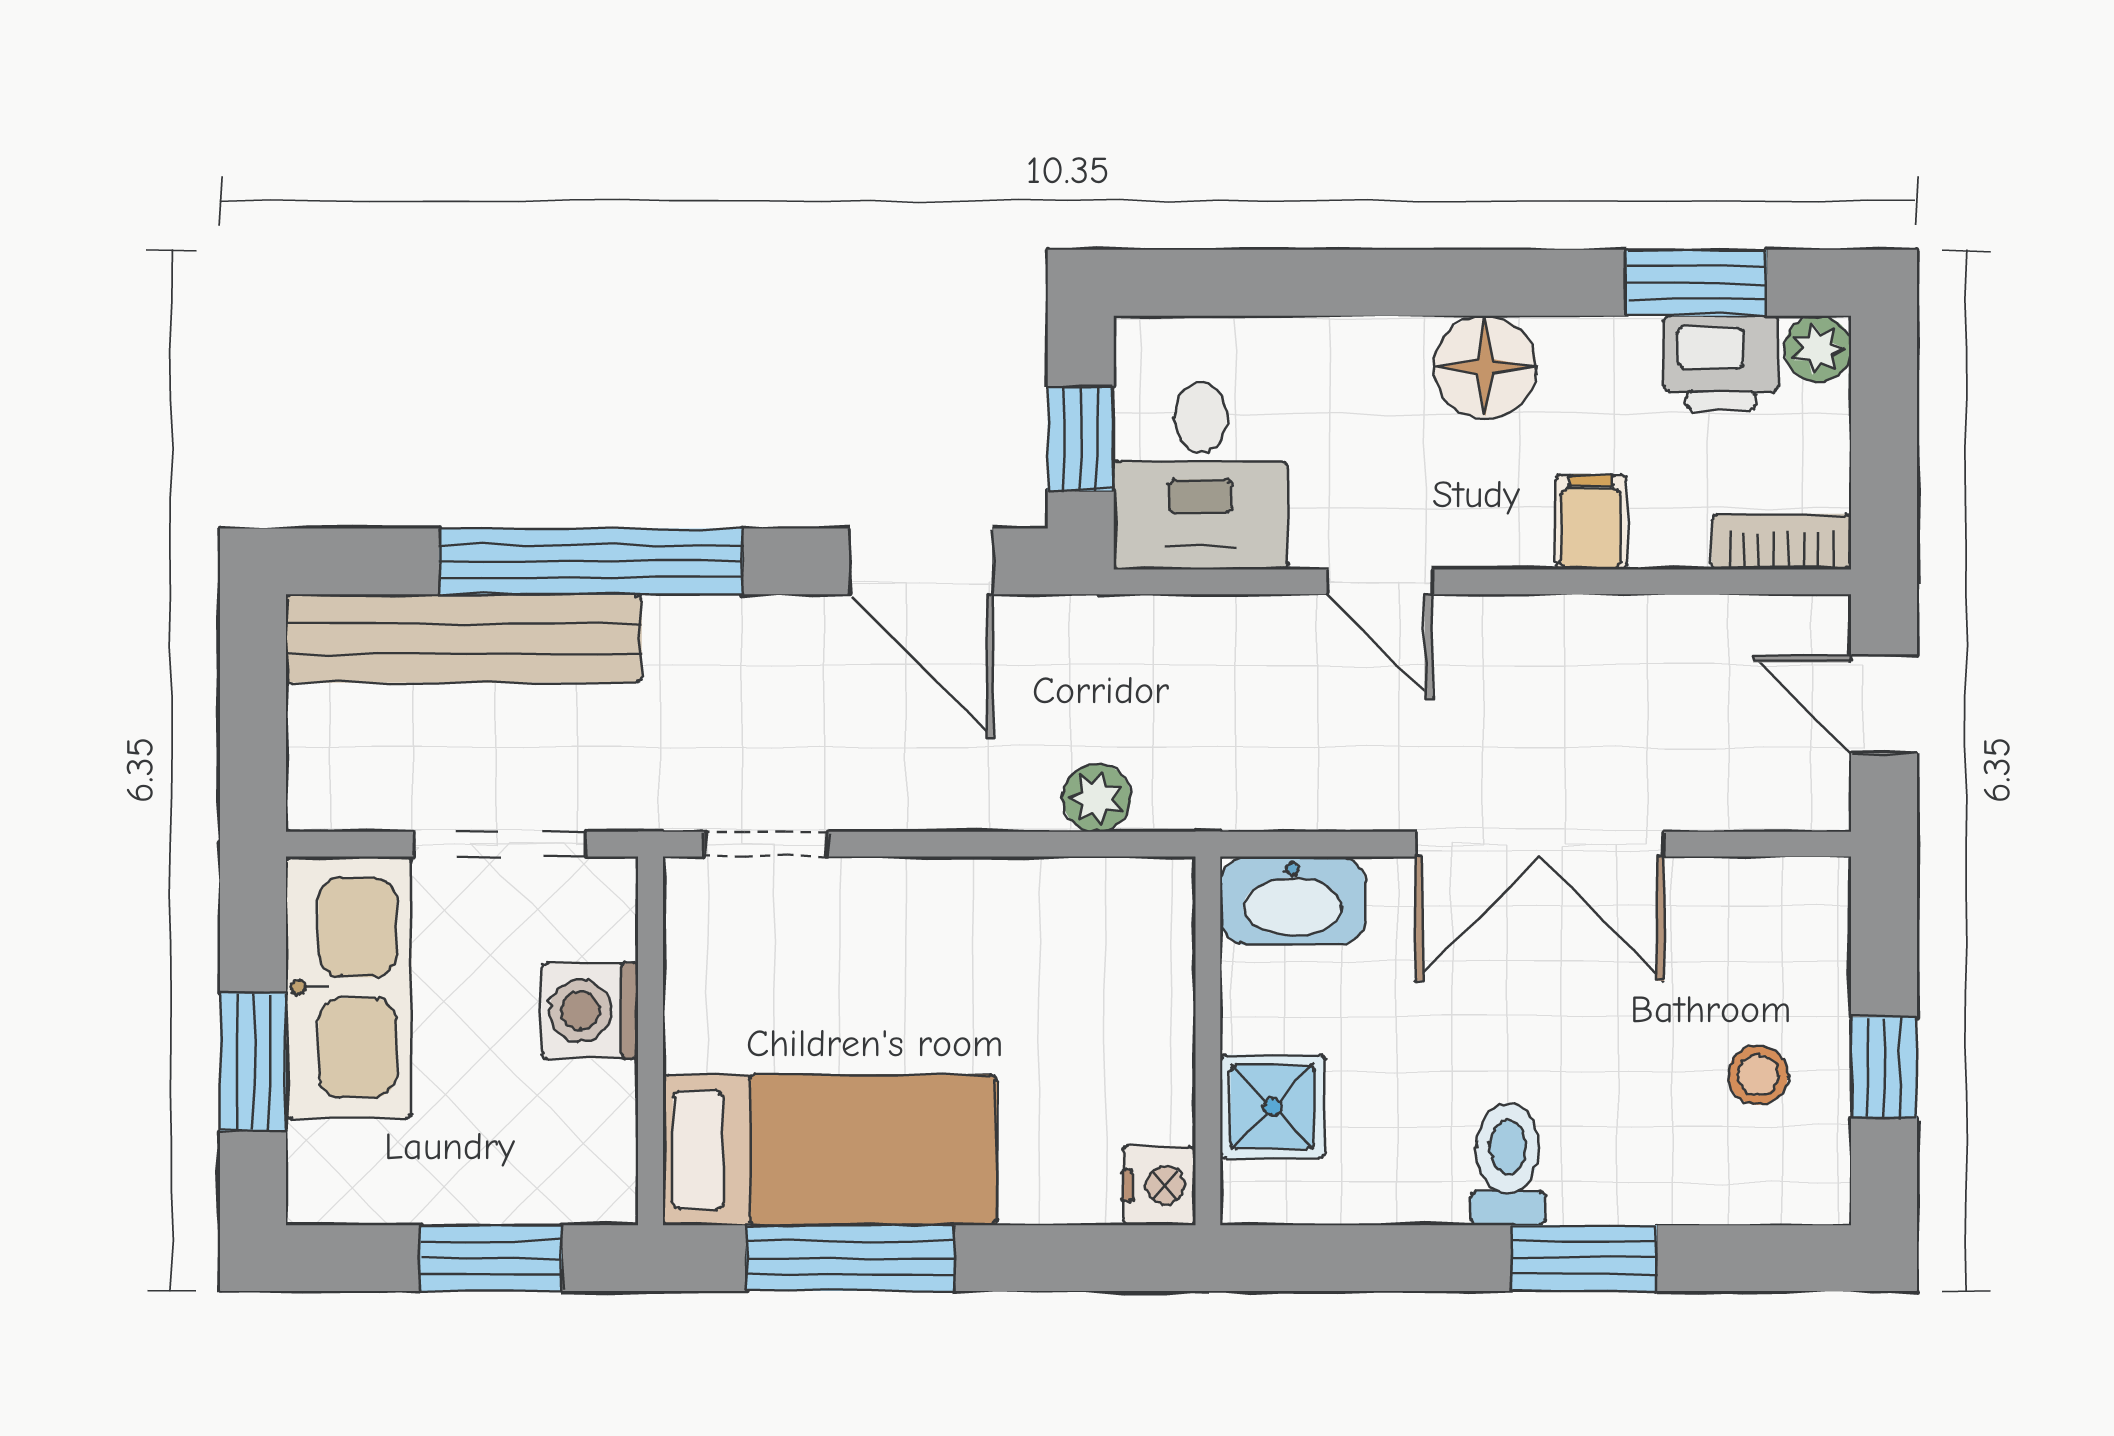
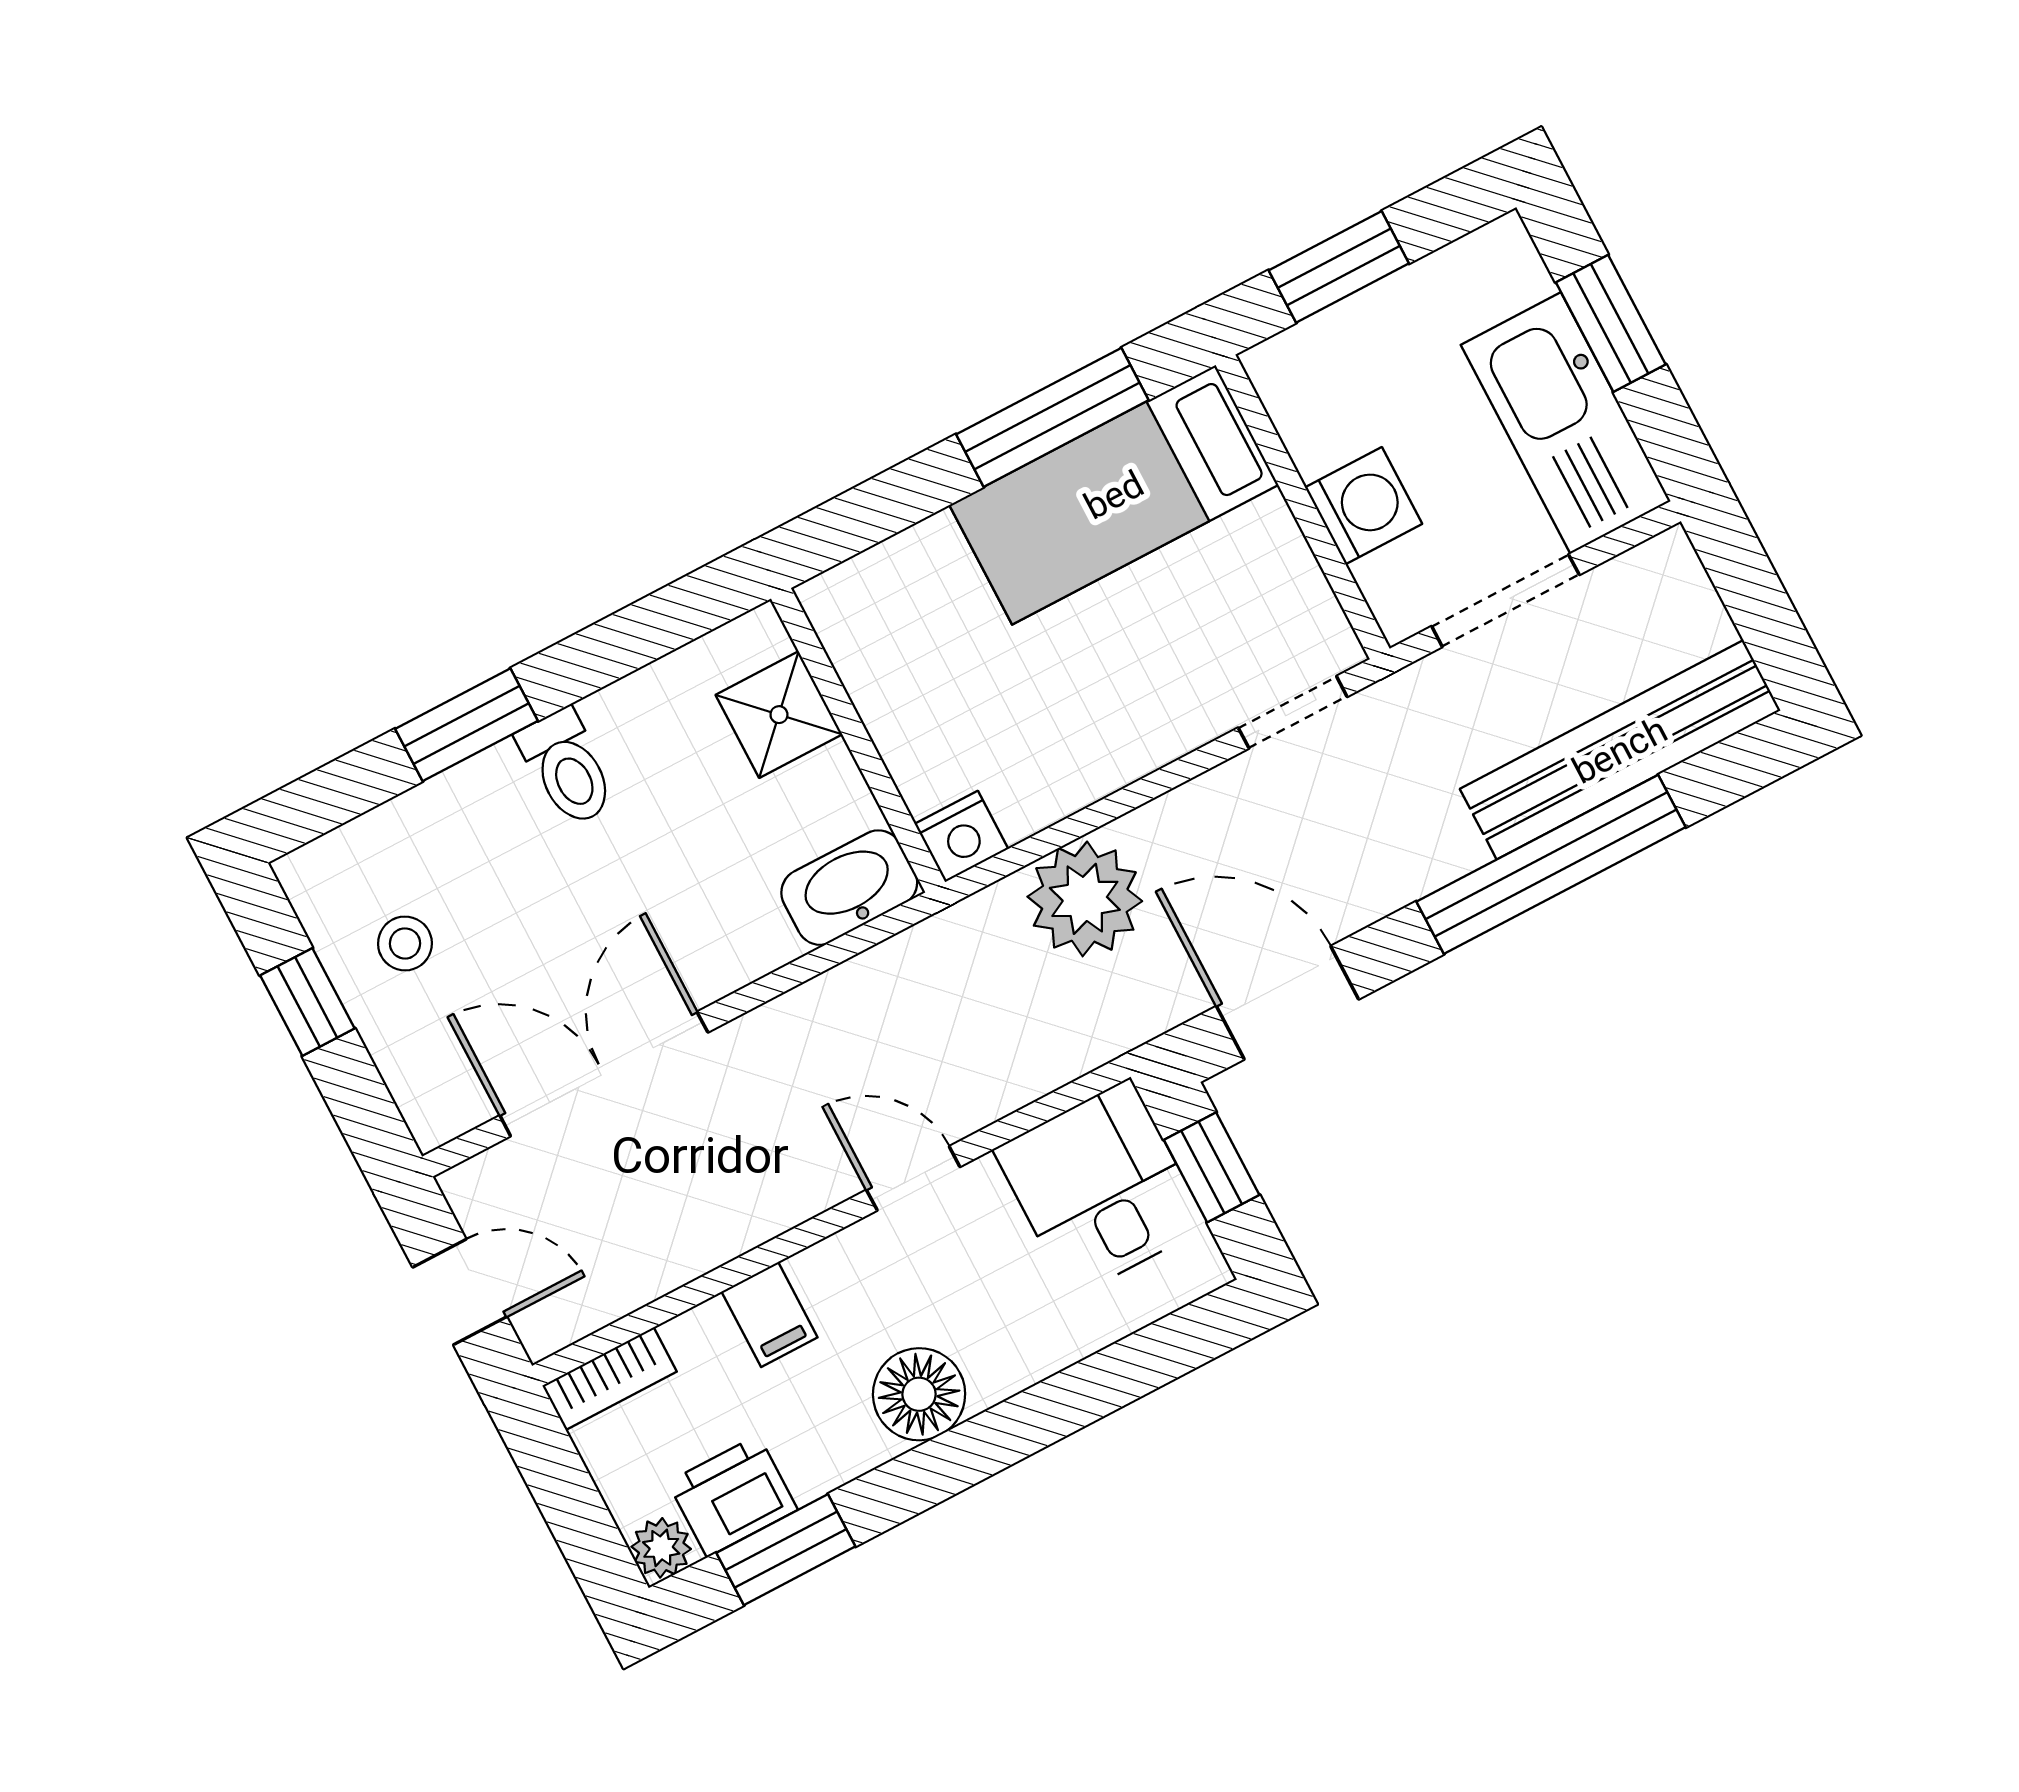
plant: (1097, 798) -> (1085, 899), width x1.88, depth x1.88
double door: (1540, 844) -> (604, 1074), moved
nightstand: (1159, 1186) -> (961, 836), moved, turned -90

